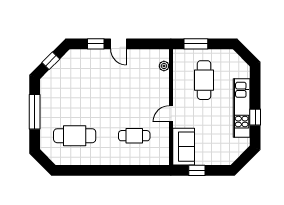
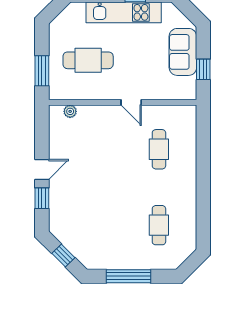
cafe table: (75, 136) -> (159, 225), width x0.73, depth x0.74
sofa: (184, 147) -> (183, 52), moved, turned -90

